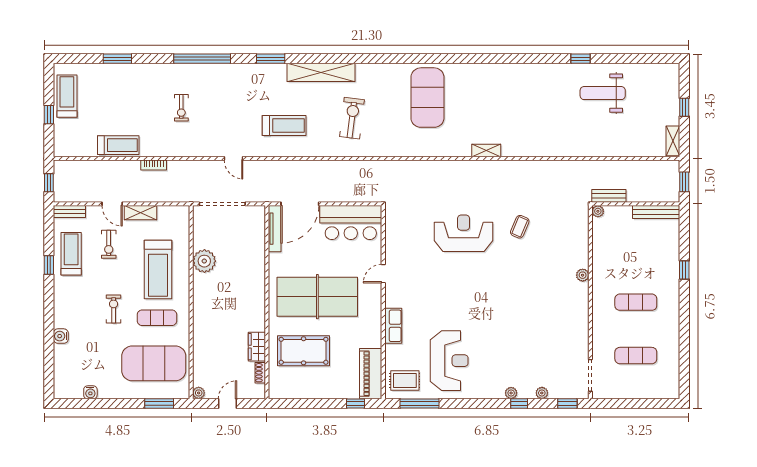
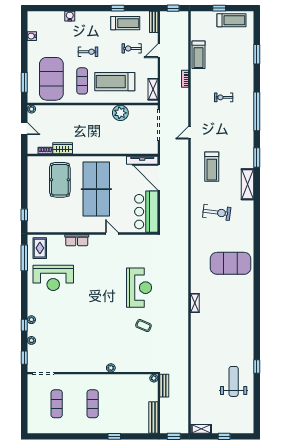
shelving: (321, 72) -> (248, 184), width x0.68
shelving: (141, 213) -> (153, 89), moved
piano: (371, 374) -> (44, 225), removed

